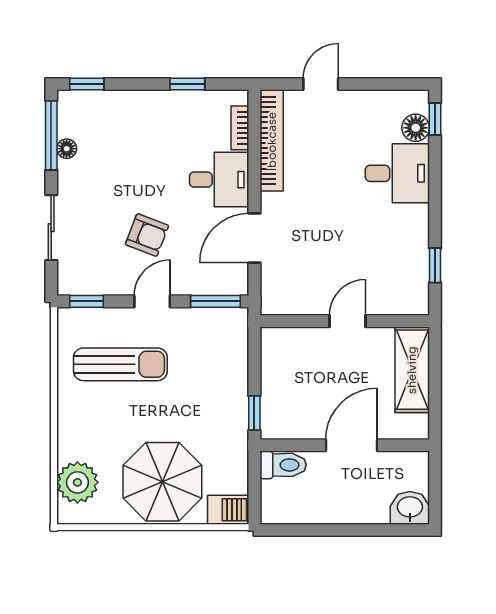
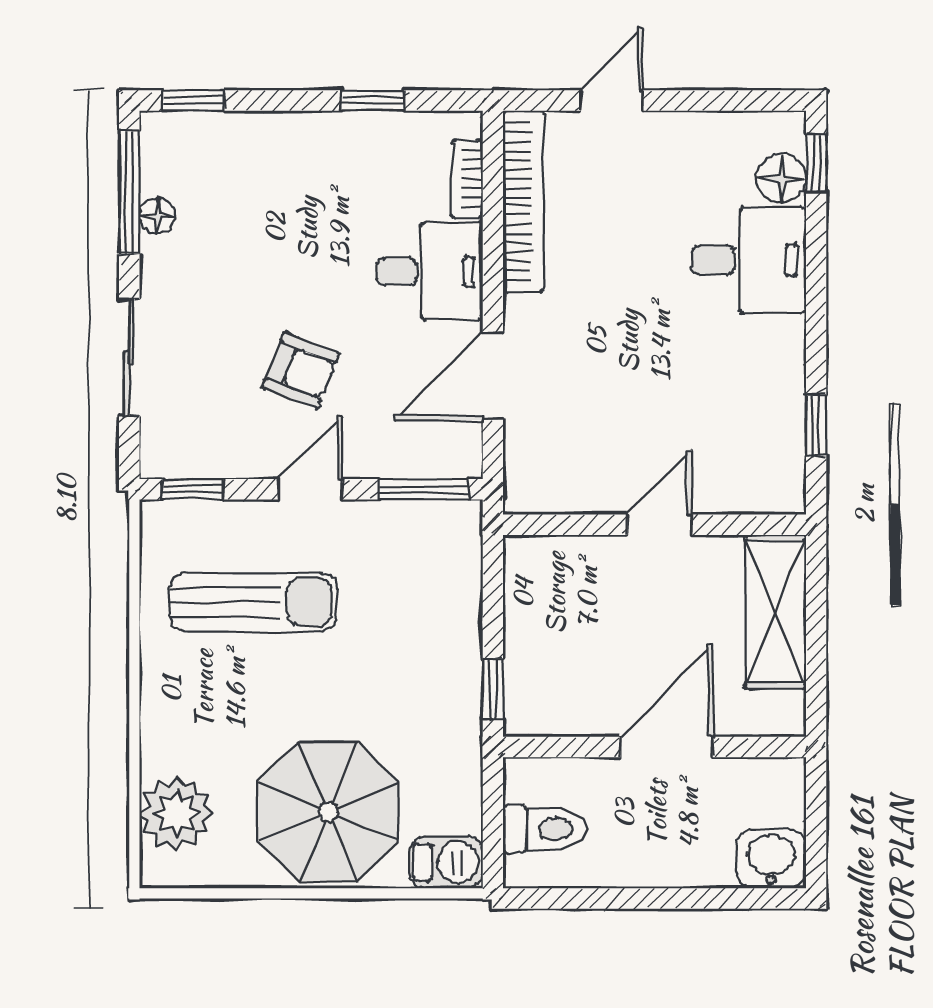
toilet: (283, 465) -> (544, 829), moved

